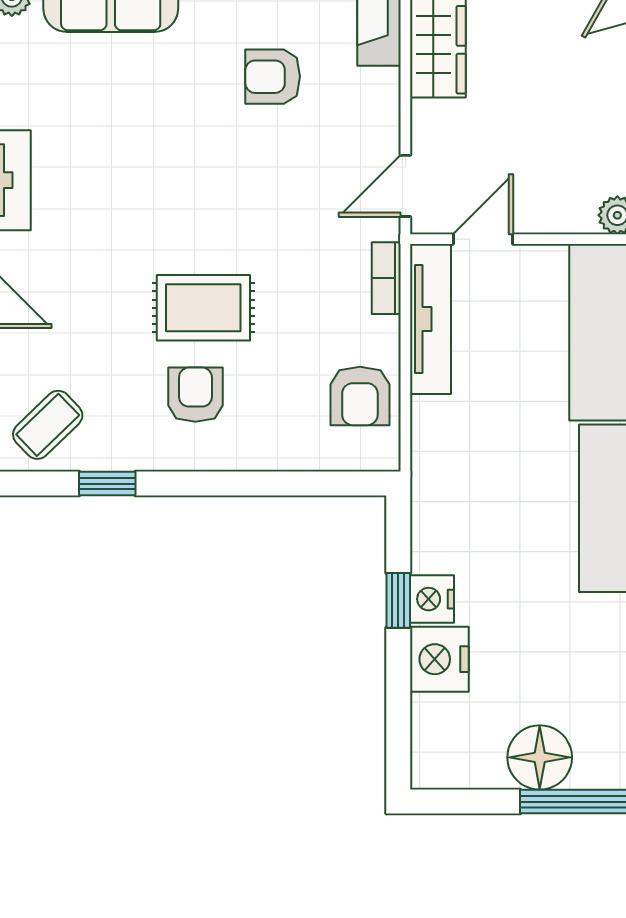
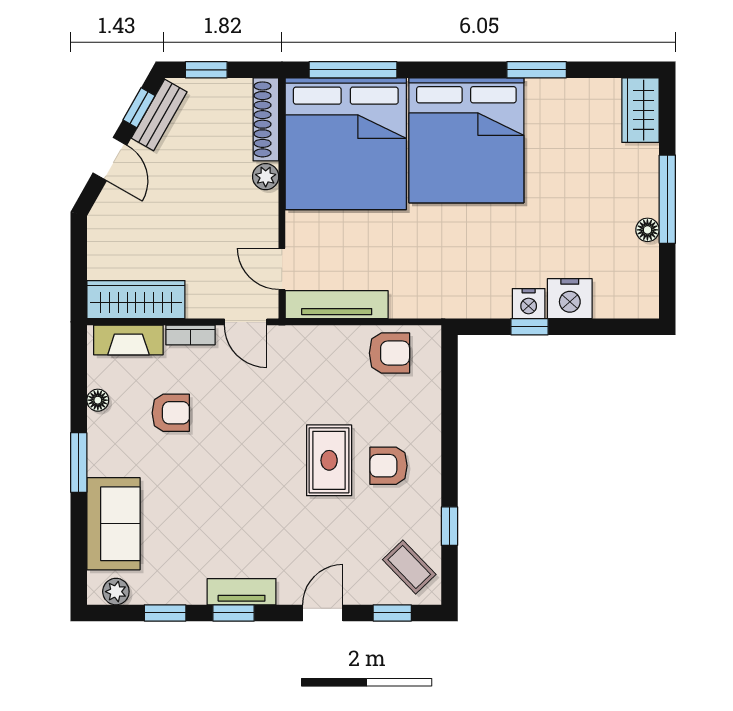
armchair: (273, 77) -> (171, 413), turned -90
bookcase: (386, 278) -> (190, 335), moved
floor lamp: (540, 757) -> (647, 230), width x0.53, depth x0.53

